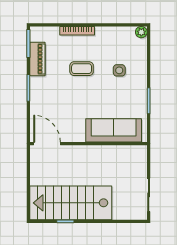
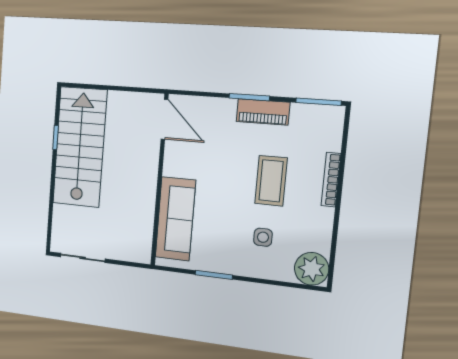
plant: (141, 32) -> (312, 269), width x1.87, depth x1.87
piano: (37, 59) -> (263, 112), moved
coffee table: (82, 69) -> (271, 181), width x1.36, depth x1.30
door: (47, 144) -> (165, 119), hinge flipped

